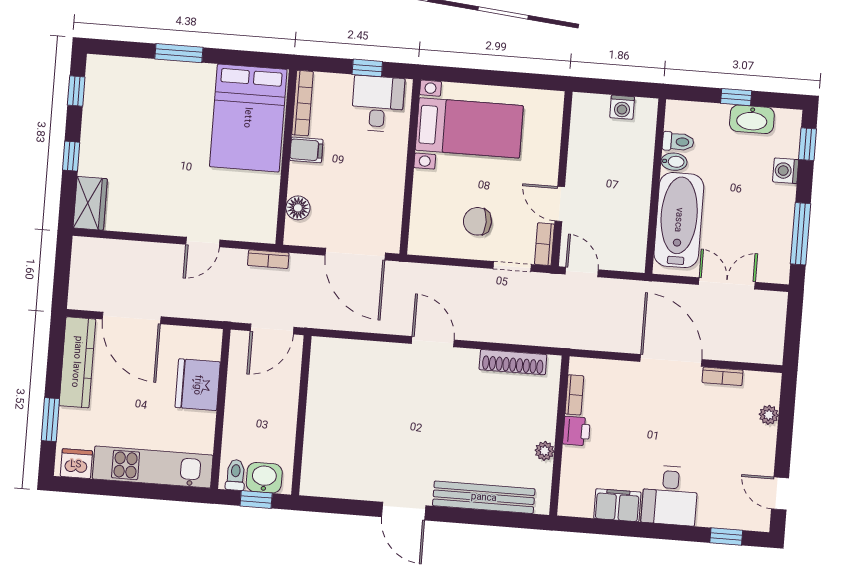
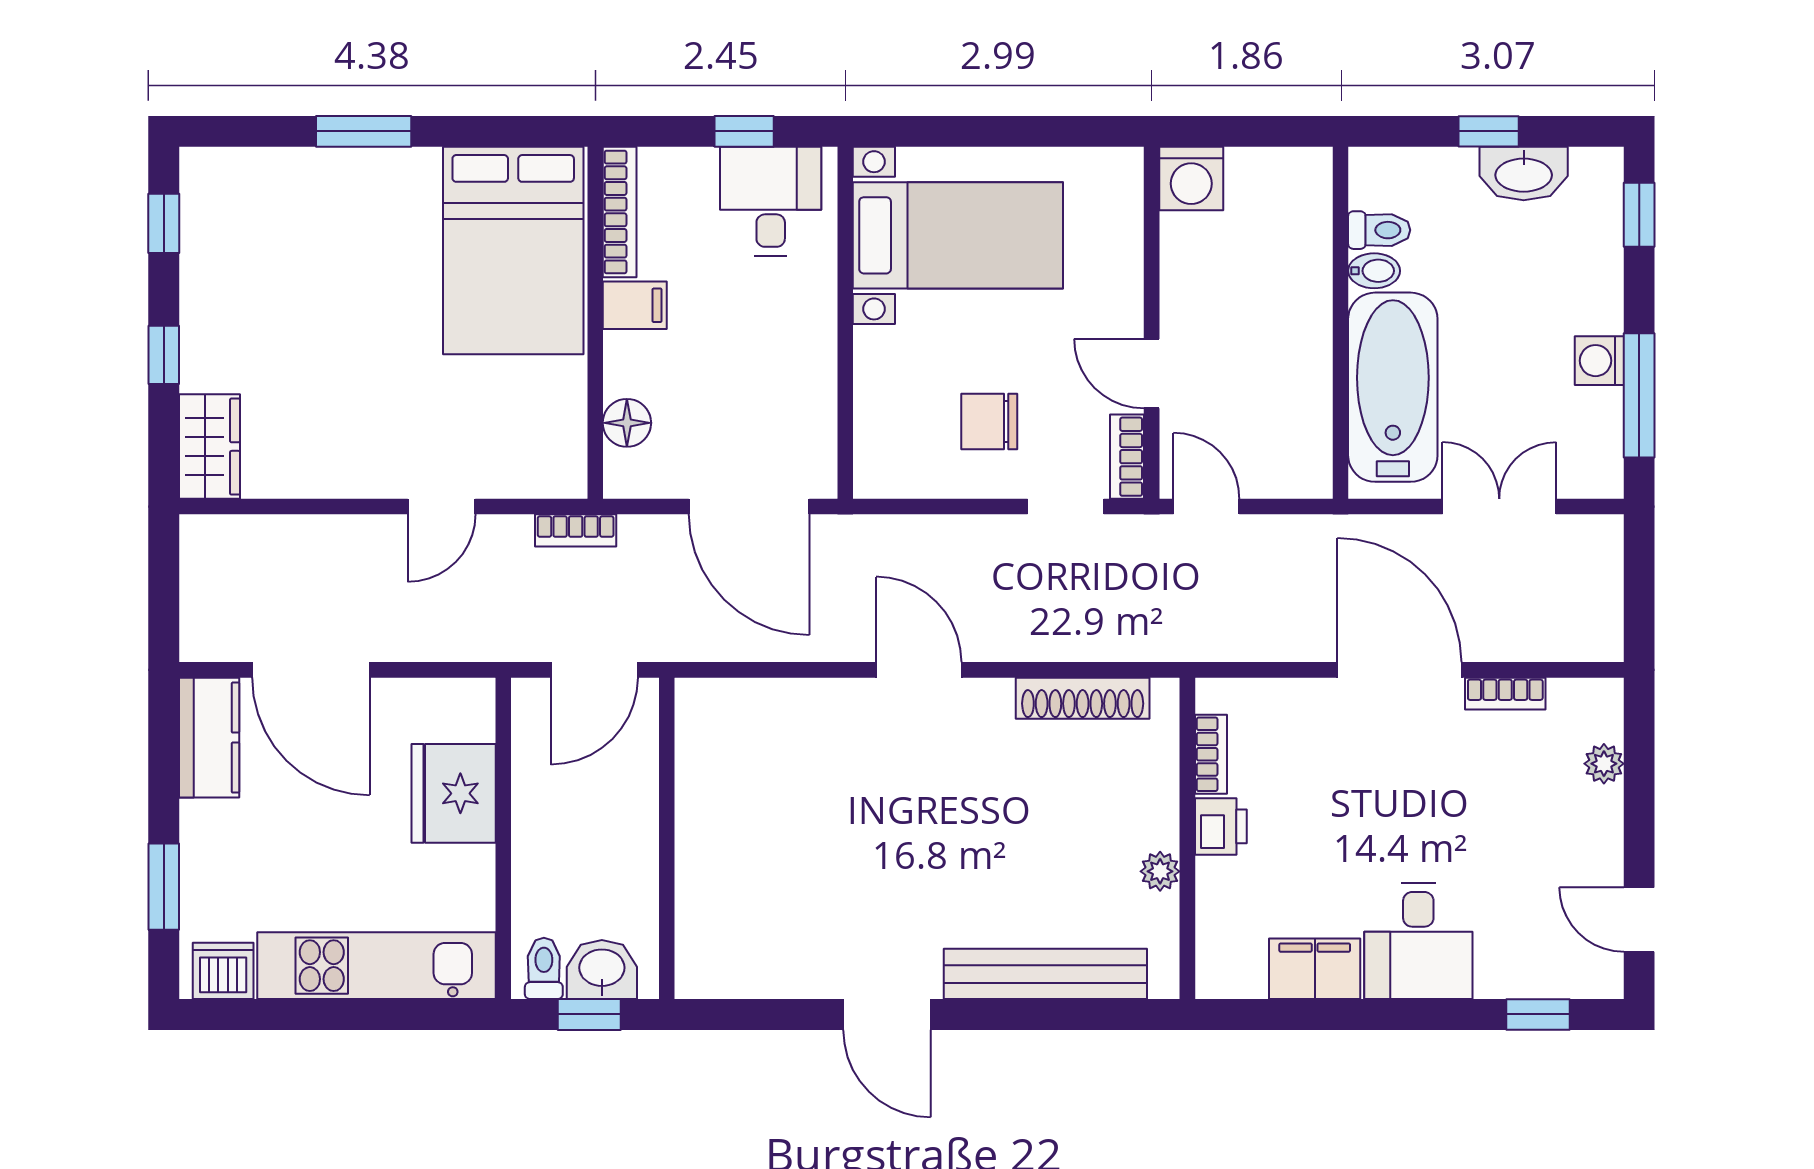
washing machine: (622, 107) -> (1191, 179), moved, width x1.38, depth x1.38
washing machine: (786, 171) -> (1599, 361), moved
kitchen counter: (77, 362) -> (209, 738), width x0.67

